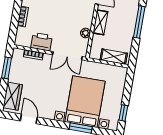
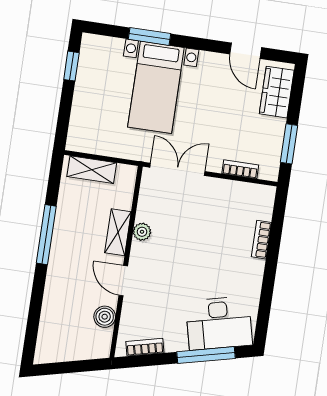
plant: (85, 33) -> (142, 232), moved
printer: (41, 42) -> (226, 194), removed
bed with nightstands: (85, 102) -> (156, 87), width x0.73

